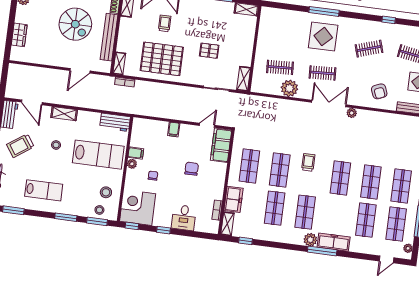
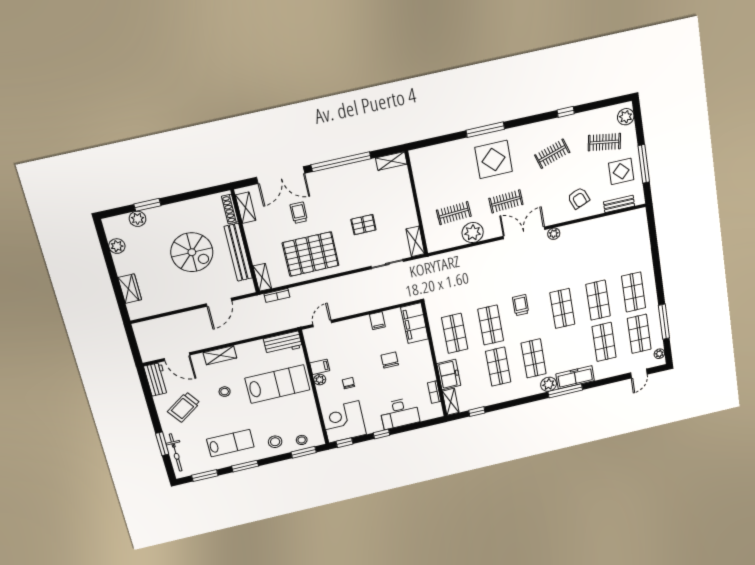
door: (207, 125) -> (322, 324), moved
filing cabinet: (174, 129) -> (377, 321), moved
stool: (106, 192) -> (275, 442), moved
window: (66, 217) -> (245, 466), moved
desk: (184, 218) -> (400, 413), width x1.37

